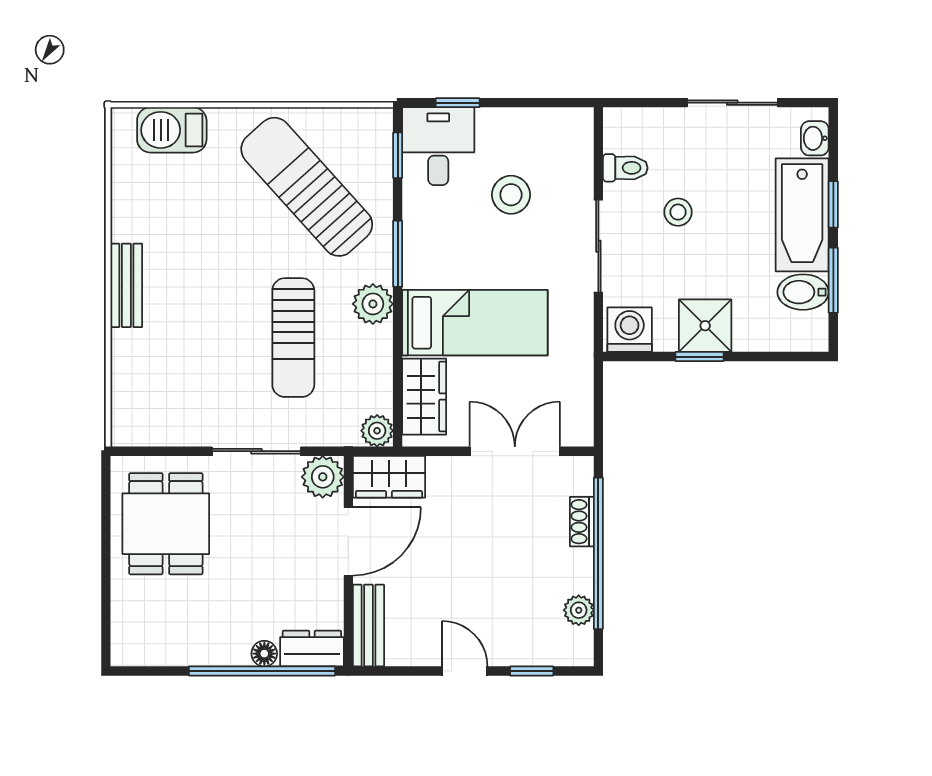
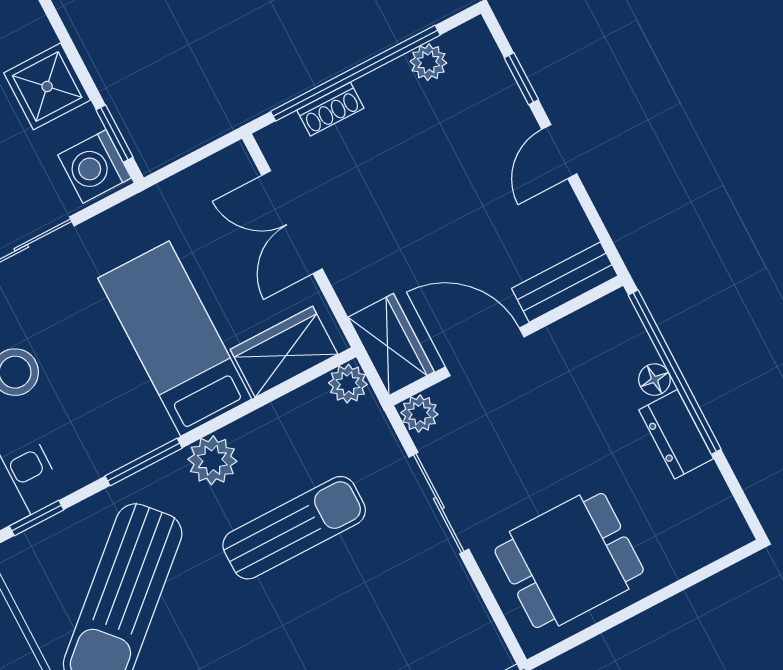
window: (700, 357) -> (114, 134), moved
plant: (323, 477) -> (419, 414), width x0.73, depth x0.73
dresser: (312, 649) -> (676, 434), moved

